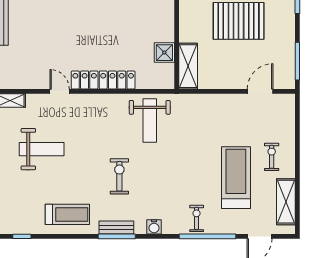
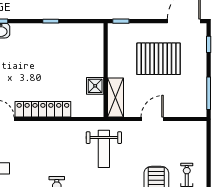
door: (260, 91) -> (152, 119), moved
weight bench: (150, 120) -> (104, 149), moved

